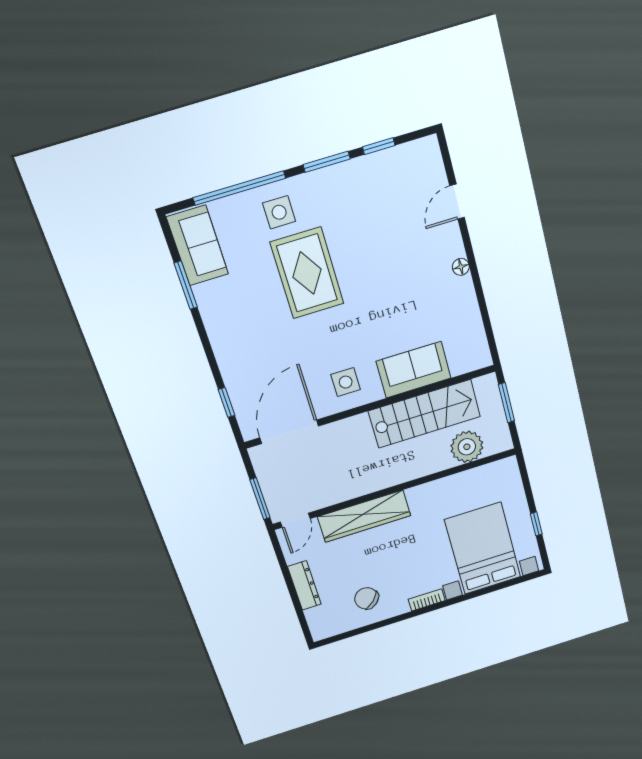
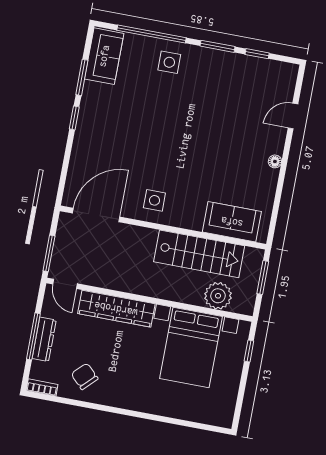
rug: (307, 273) -> (167, 111), removed
sofa: (414, 370) -> (232, 222), moved
window: (227, 402) -> (74, 118), moved
door: (295, 520) -> (65, 284), hinge flipped
window: (536, 524) -> (249, 351), moved
bed with nightstands: (483, 549) -> (191, 347), moved, turned 180
window: (291, 588) -> (33, 336), added
bookcase: (427, 600) -> (42, 387), moved

